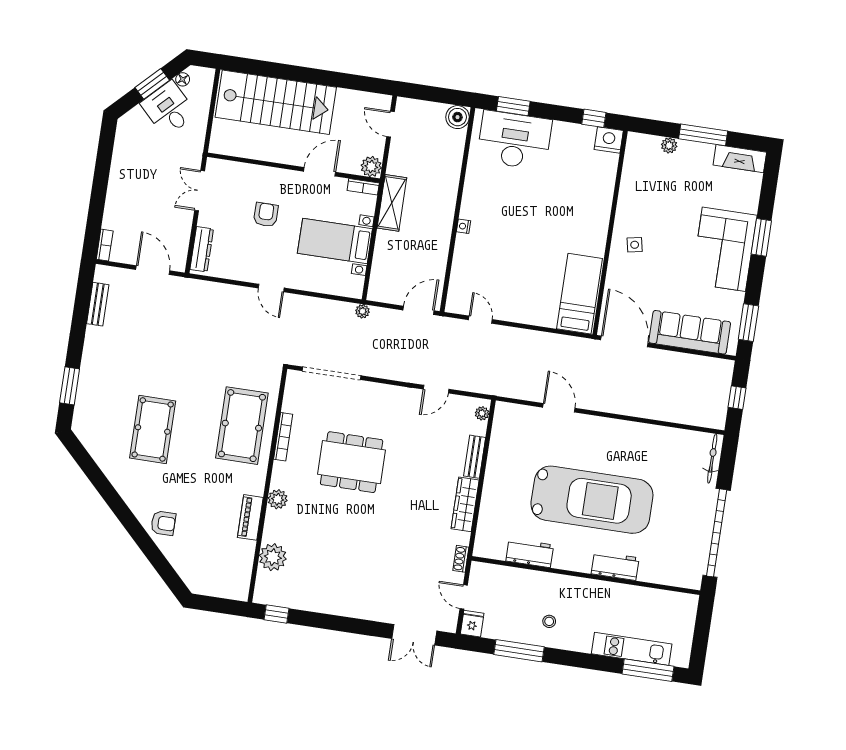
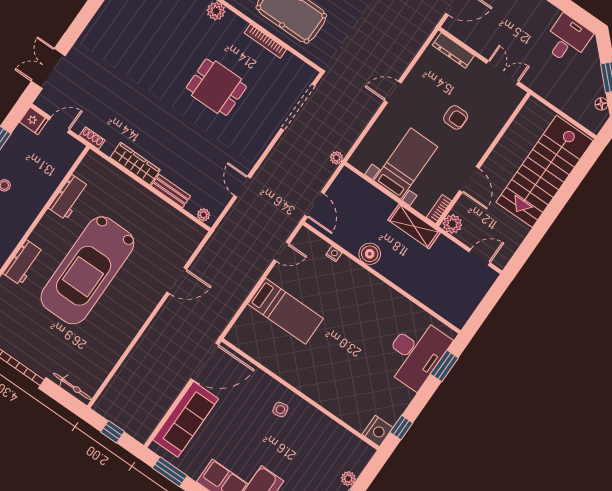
desk: (168, 109) -> (567, 39), moved, turned -45
boiler: (457, 117) -> (370, 254), moved
nightstand: (464, 226) -> (334, 254), moved
bed: (580, 294) -> (285, 311), moved
dining table: (352, 462) -> (216, 87), width x0.73

